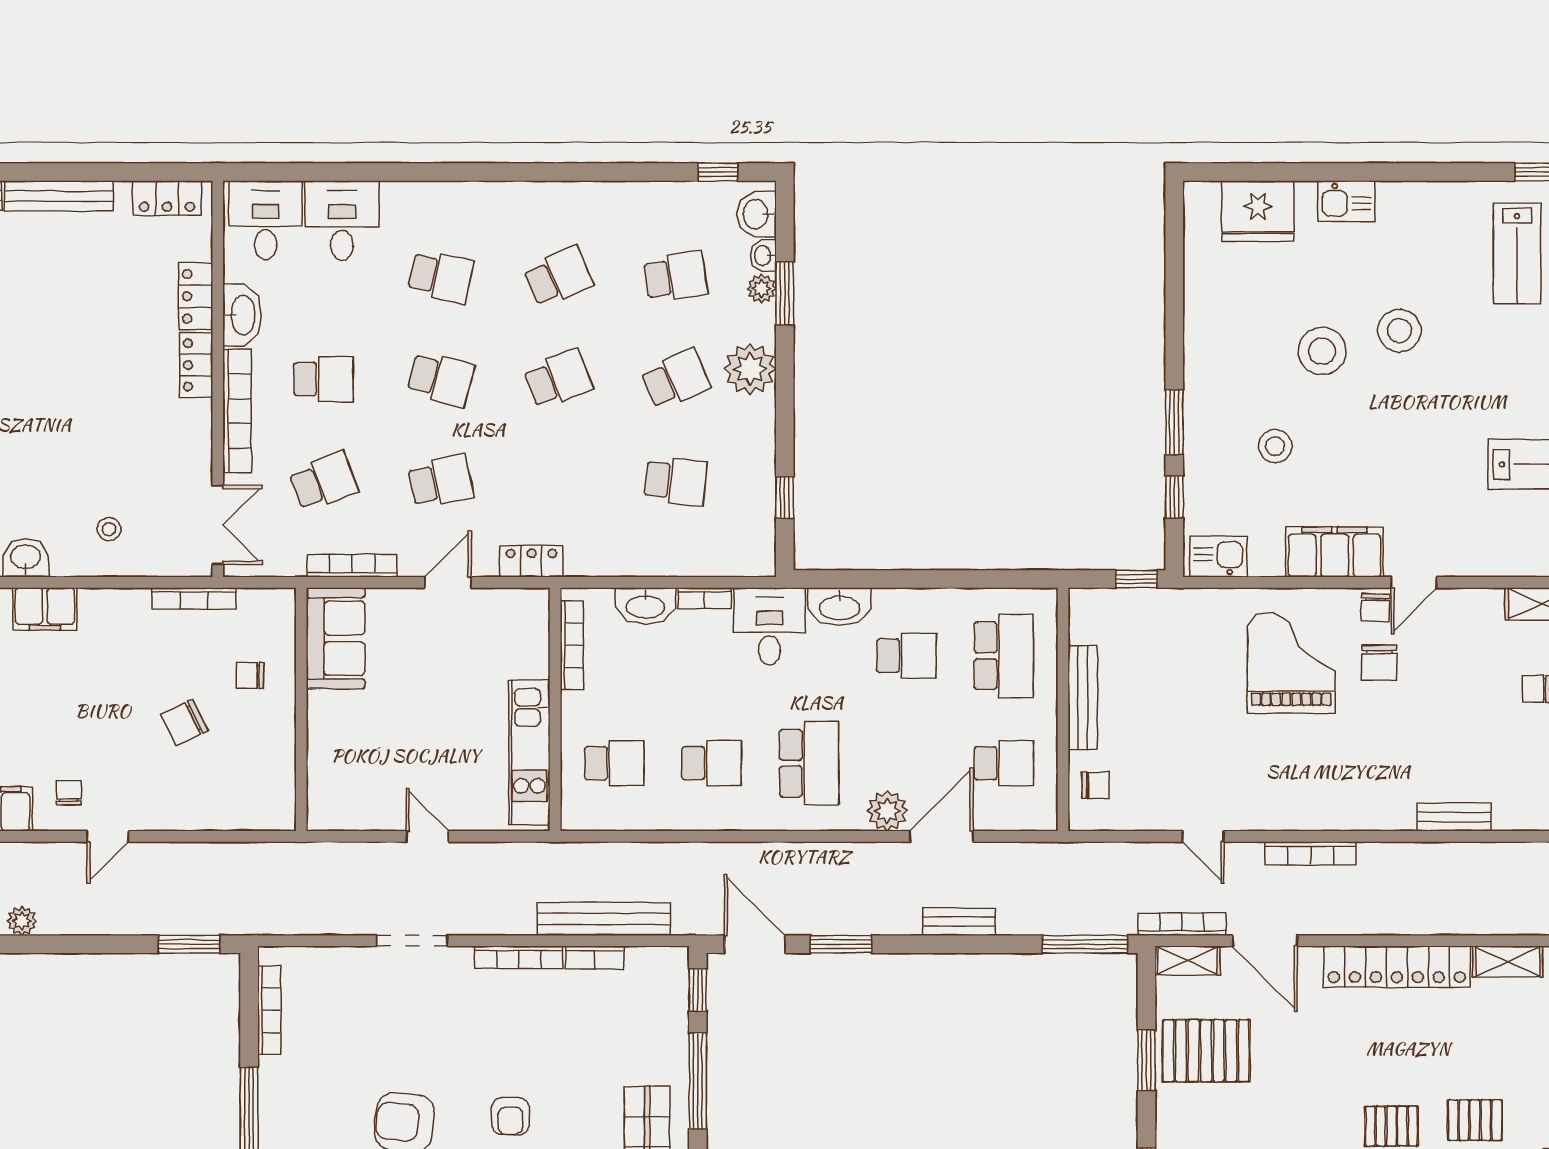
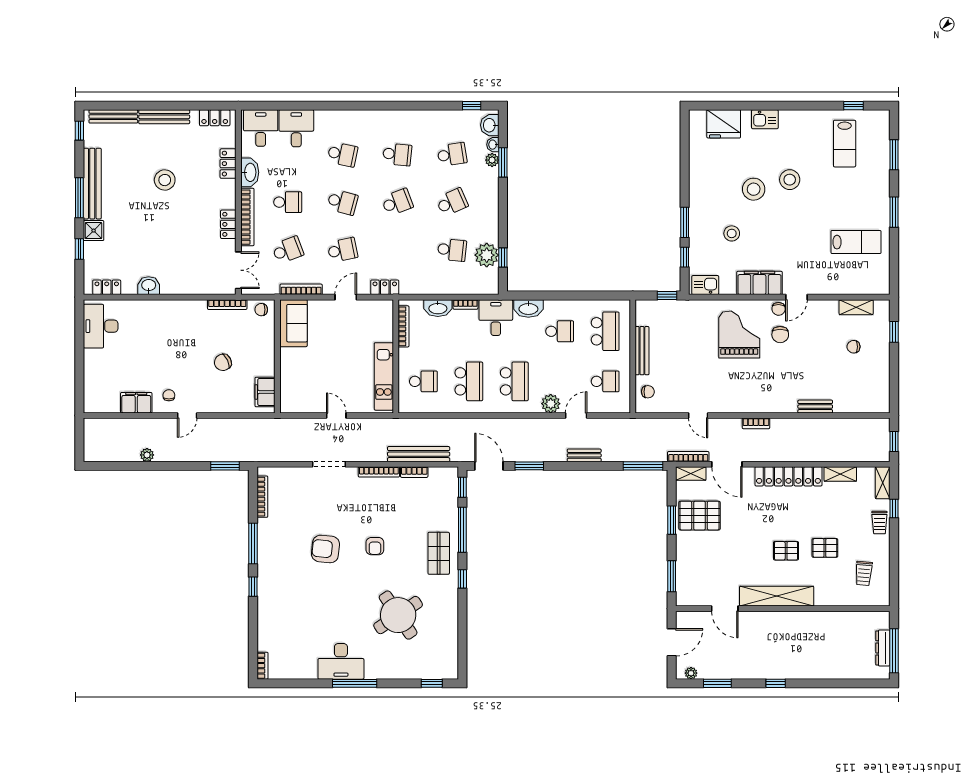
school desk: (558, 277) -> (397, 154), turned 30
locker: (196, 365) -> (228, 224), moved
plant: (750, 369) -> (487, 255), moved
stool: (109, 529) -> (165, 180), moved, width x1.89, depth x1.89
filing cabinet: (45, 609) -> (265, 392), moved, turned 90
chair: (250, 675) -> (261, 310), moved
school desk: (712, 763) -> (469, 381), width x1.85
door: (941, 836) -> (576, 416), width x0.73
bookcase: (1311, 853) -> (756, 423), width x0.64

